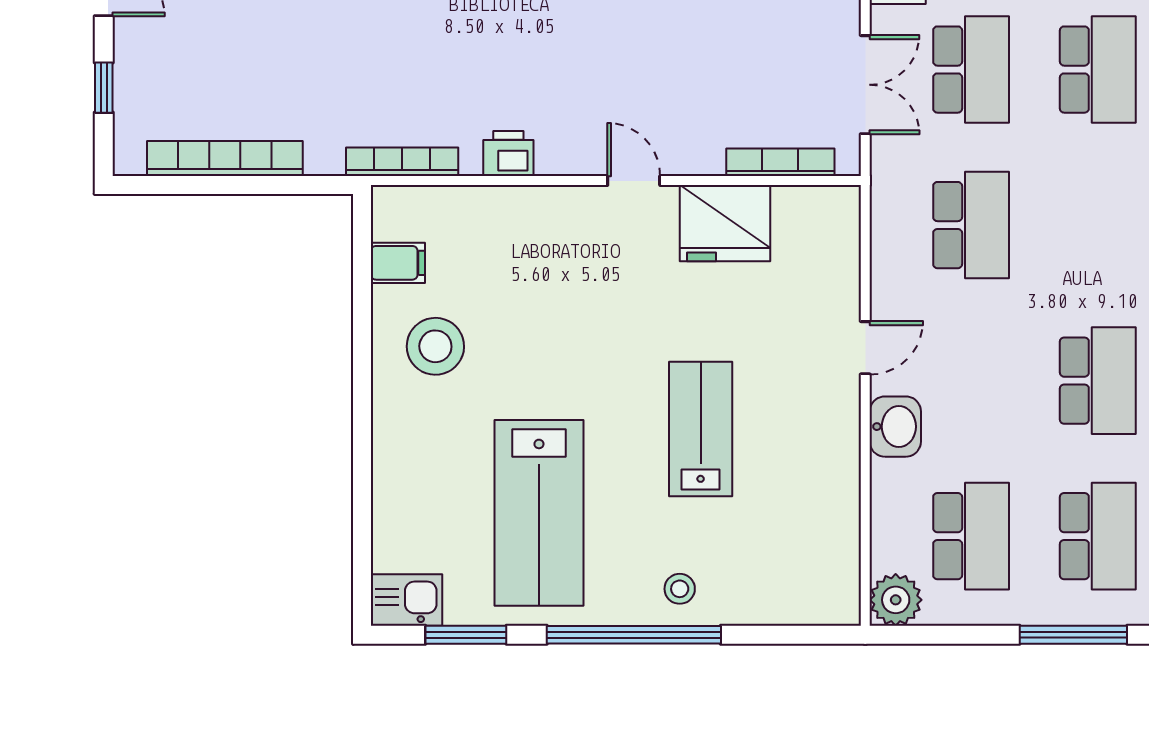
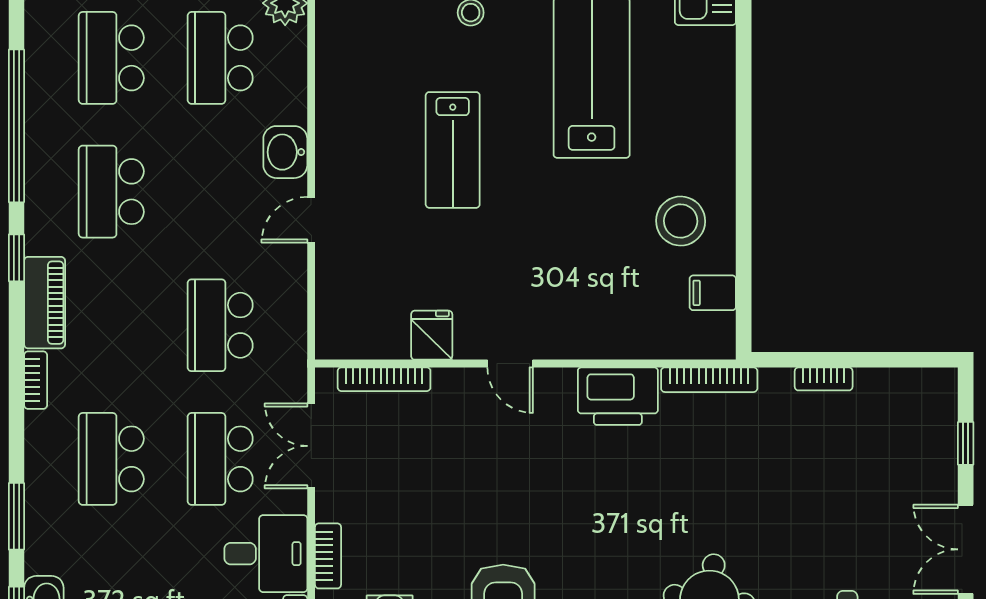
printer: (508, 153) -> (618, 396), width x1.87, depth x1.48
bookcase: (225, 158) -> (824, 379), width x0.43, depth x0.76
fridge: (725, 223) -> (432, 335), width x0.53, depth x0.75

